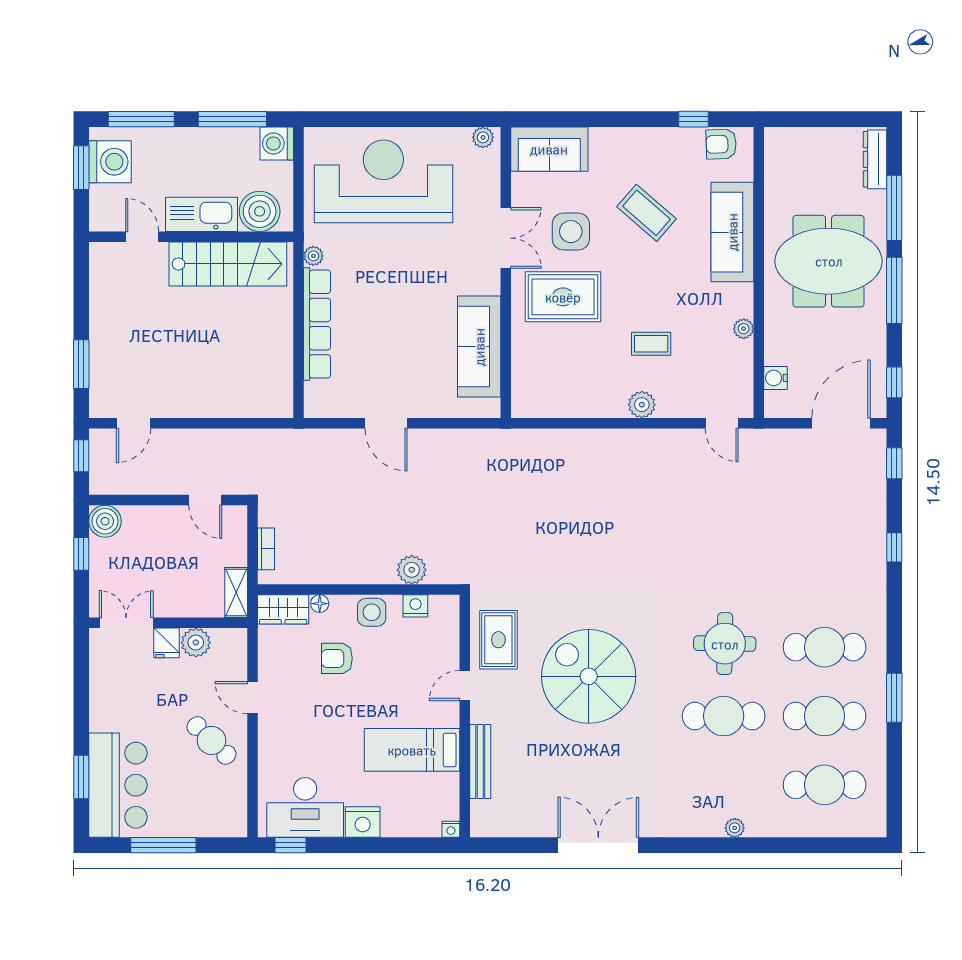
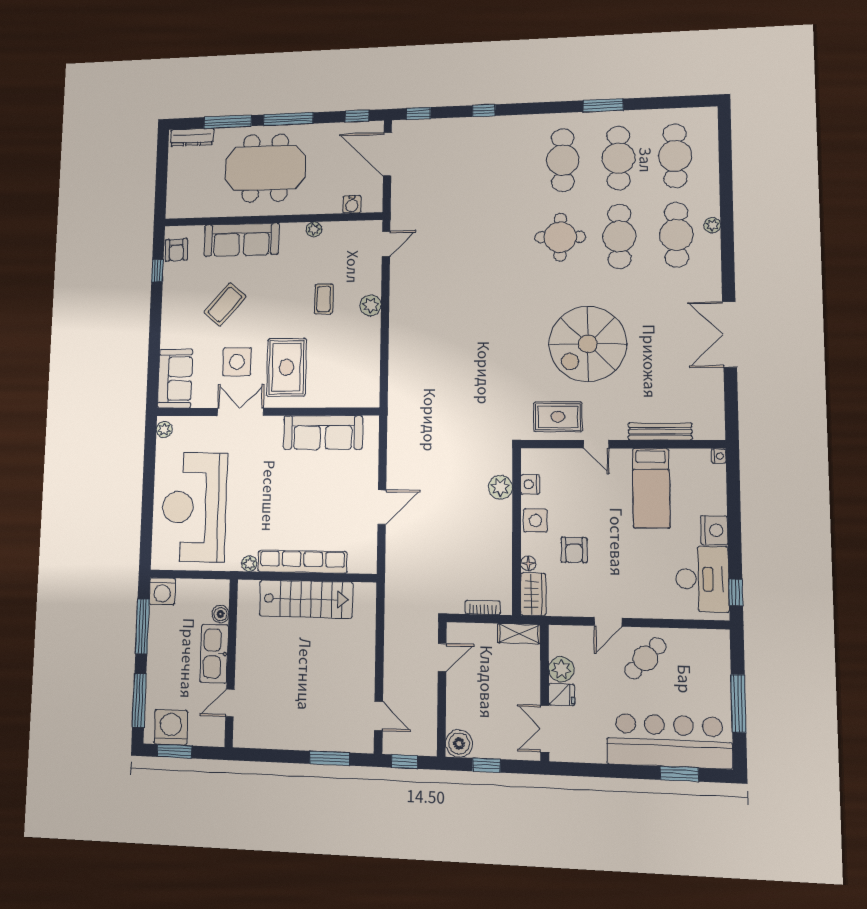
boiler: (260, 211) -> (220, 614), width x0.54, depth x0.54
meeting table: (829, 261) -> (265, 168), turned 90
stairs: (228, 264) -> (306, 599), moved, turned 90
bar counter: (118, 785) -> (669, 741), width x1.36
cafe table: (724, 785) -> (676, 235), added

